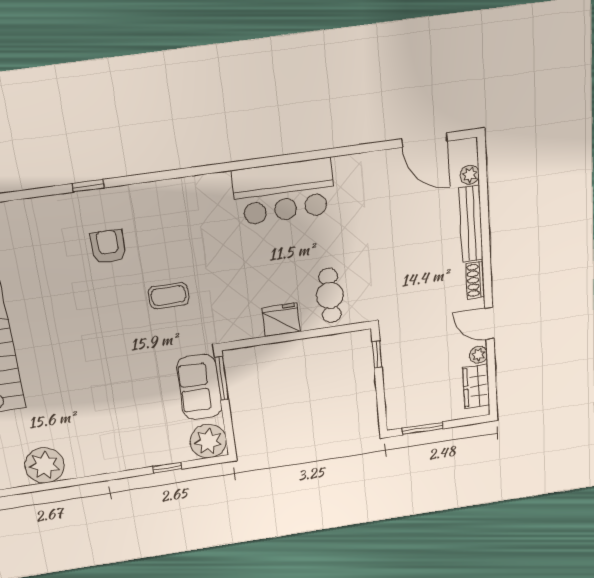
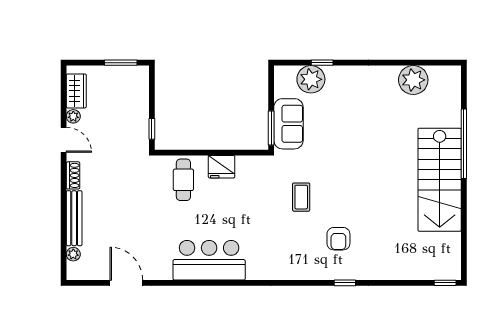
door: (425, 140) -> (126, 283), moved
coffee table: (169, 296) -> (301, 197), turned 90
plant: (208, 441) -> (311, 79), moved

